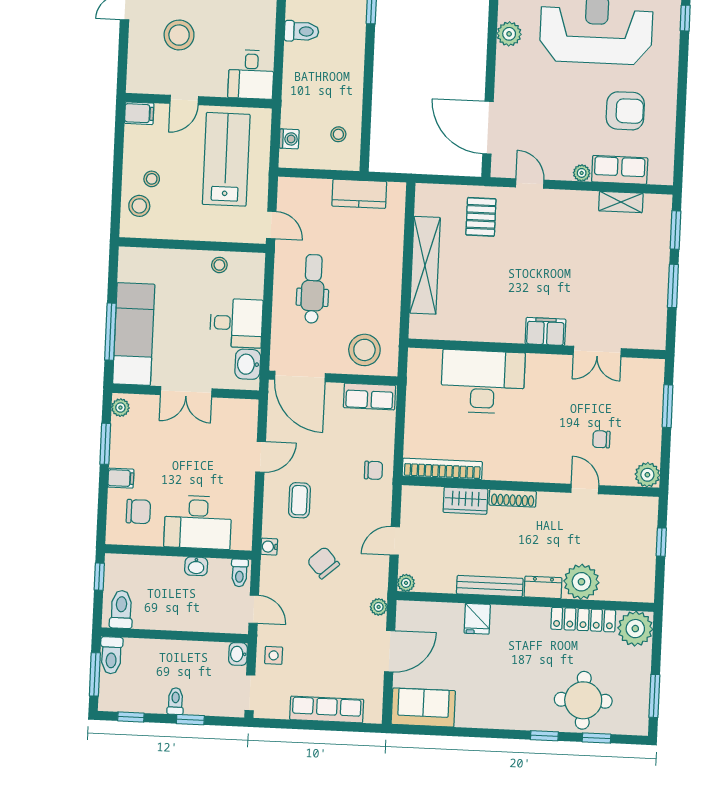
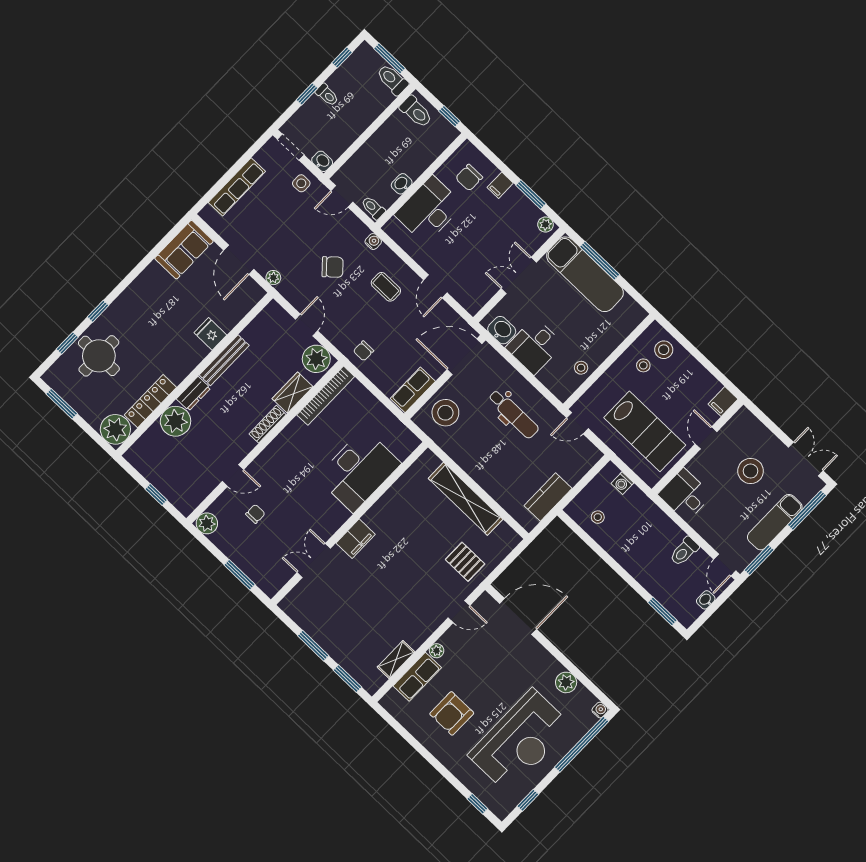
stool: (152, 179) -> (643, 365), moved
plant: (406, 583) -> (316, 359), moved, width x1.88, depth x1.88

